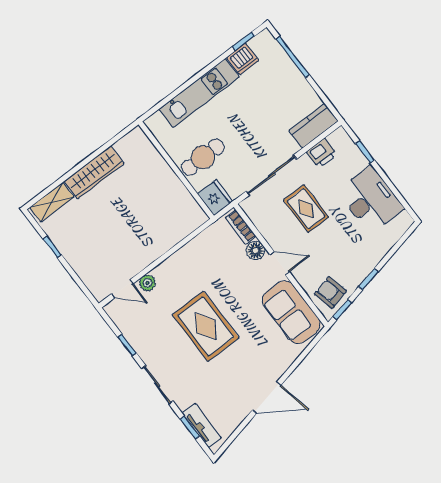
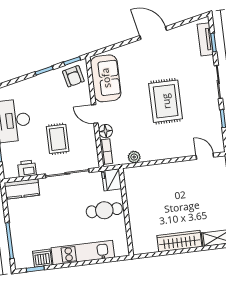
plant: (147, 283) -> (134, 157), moved

